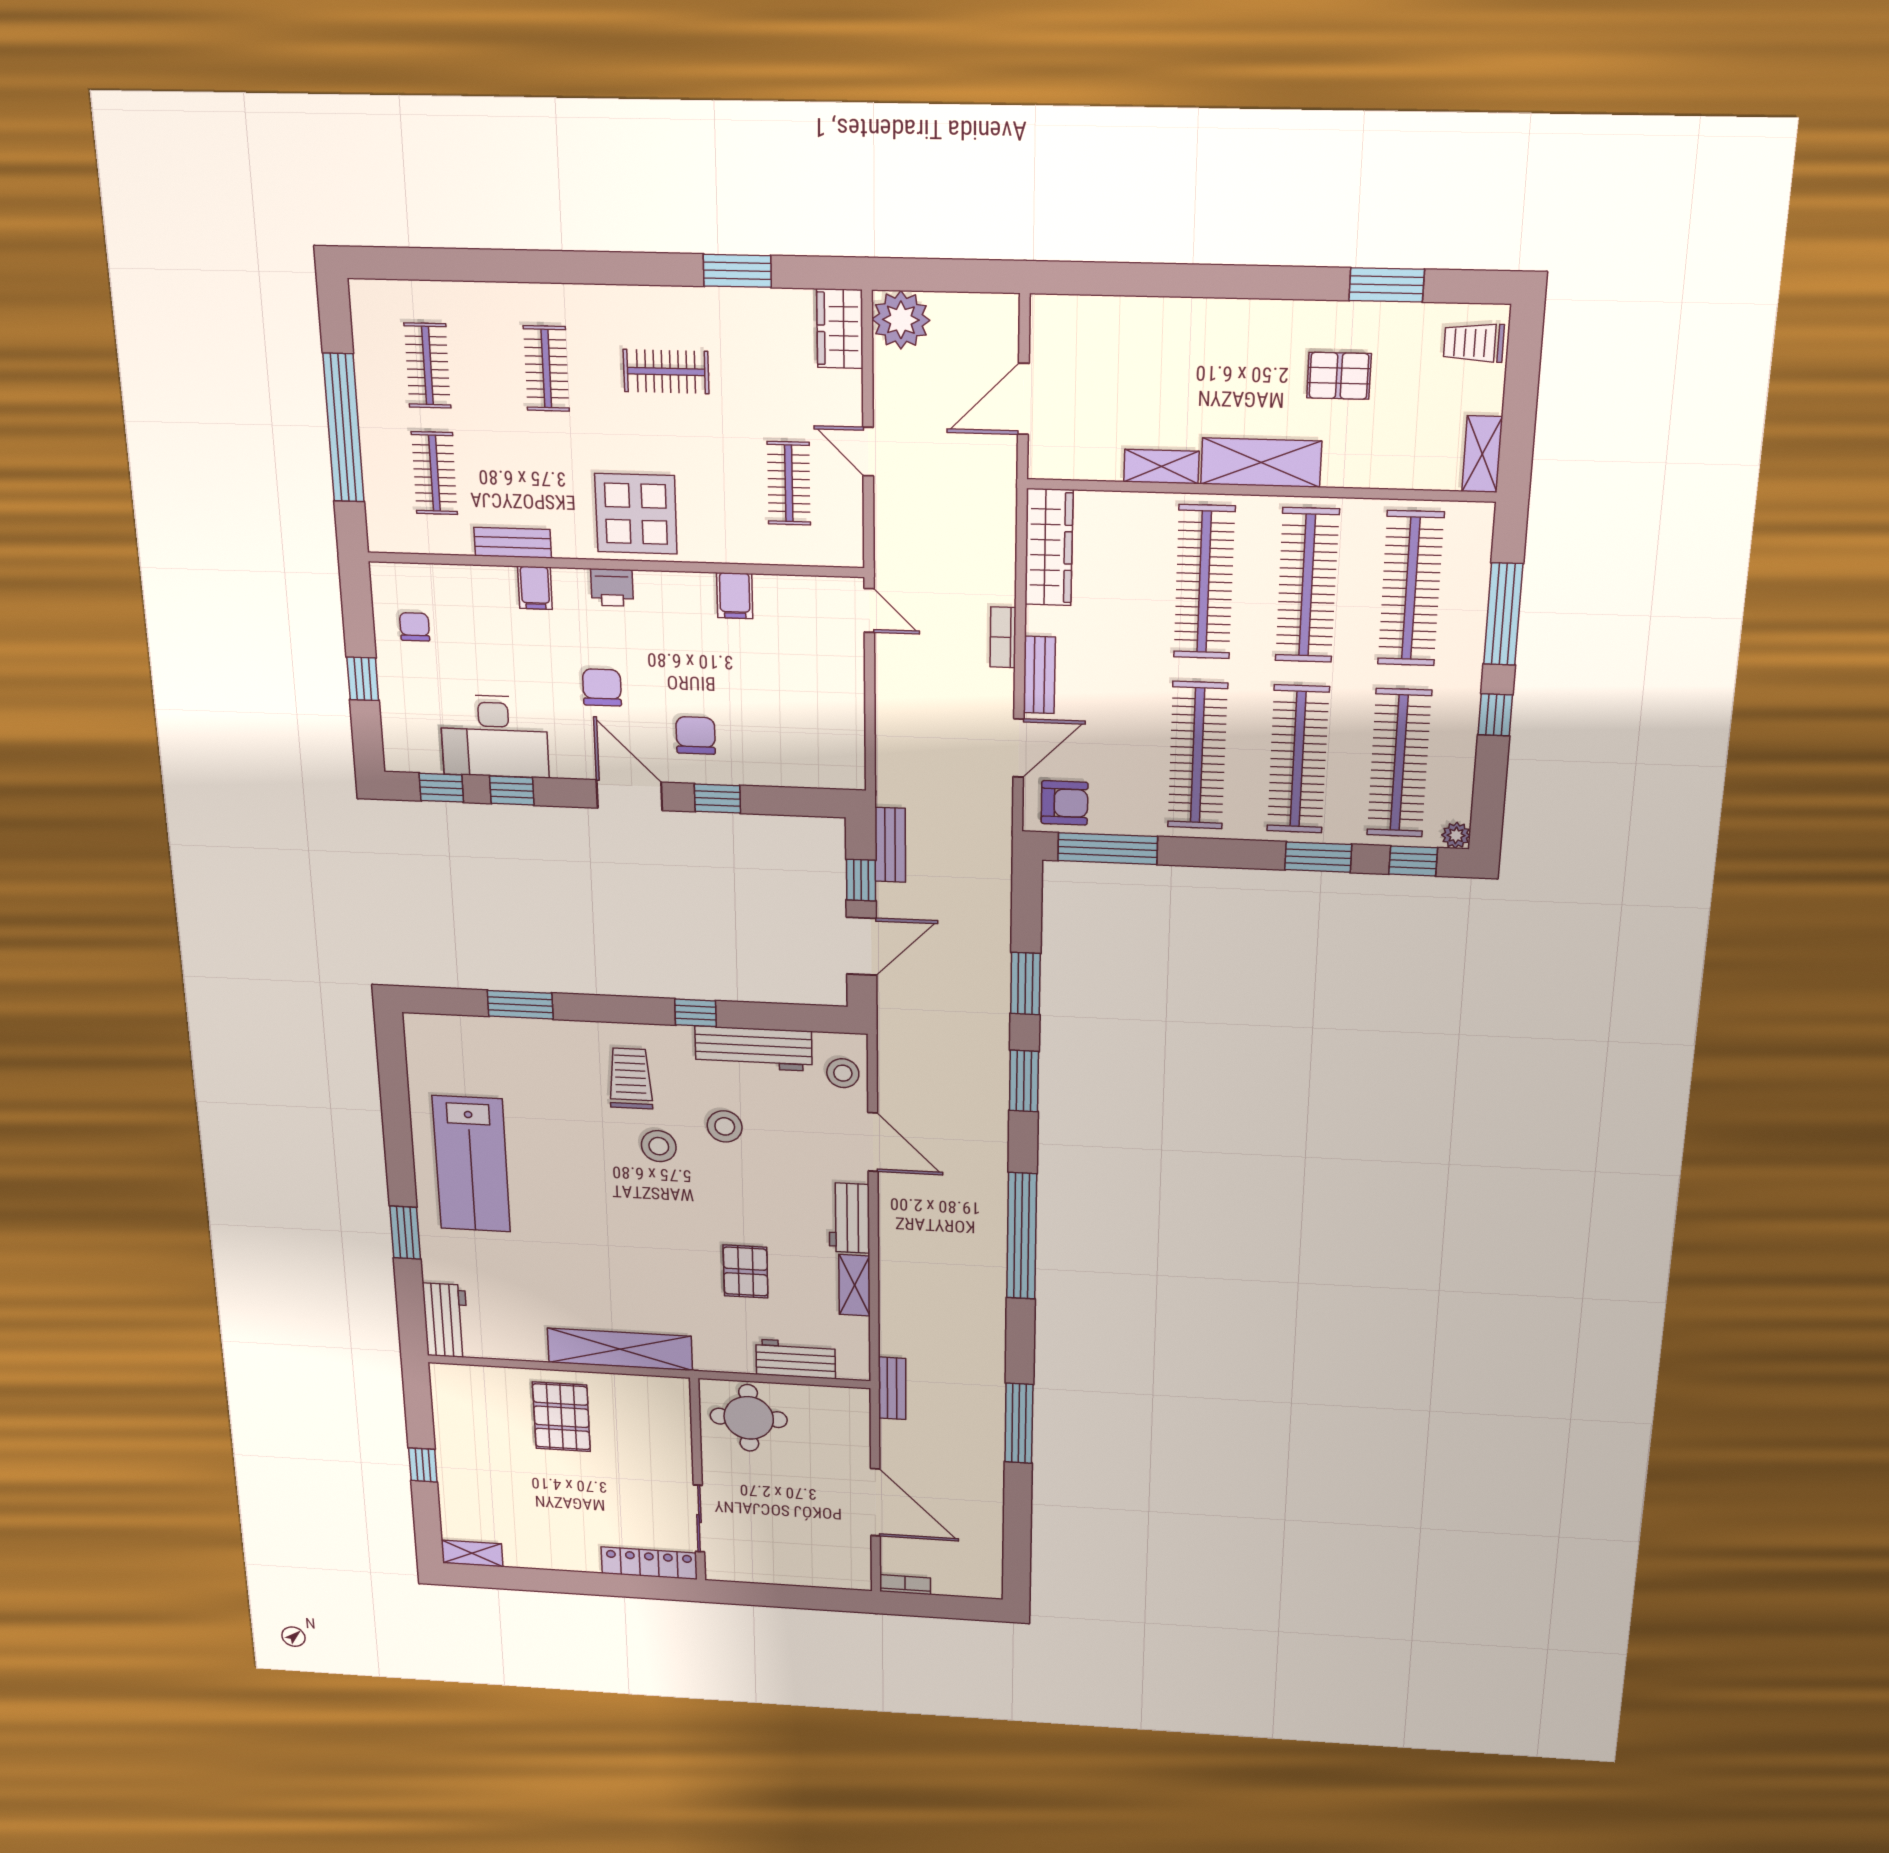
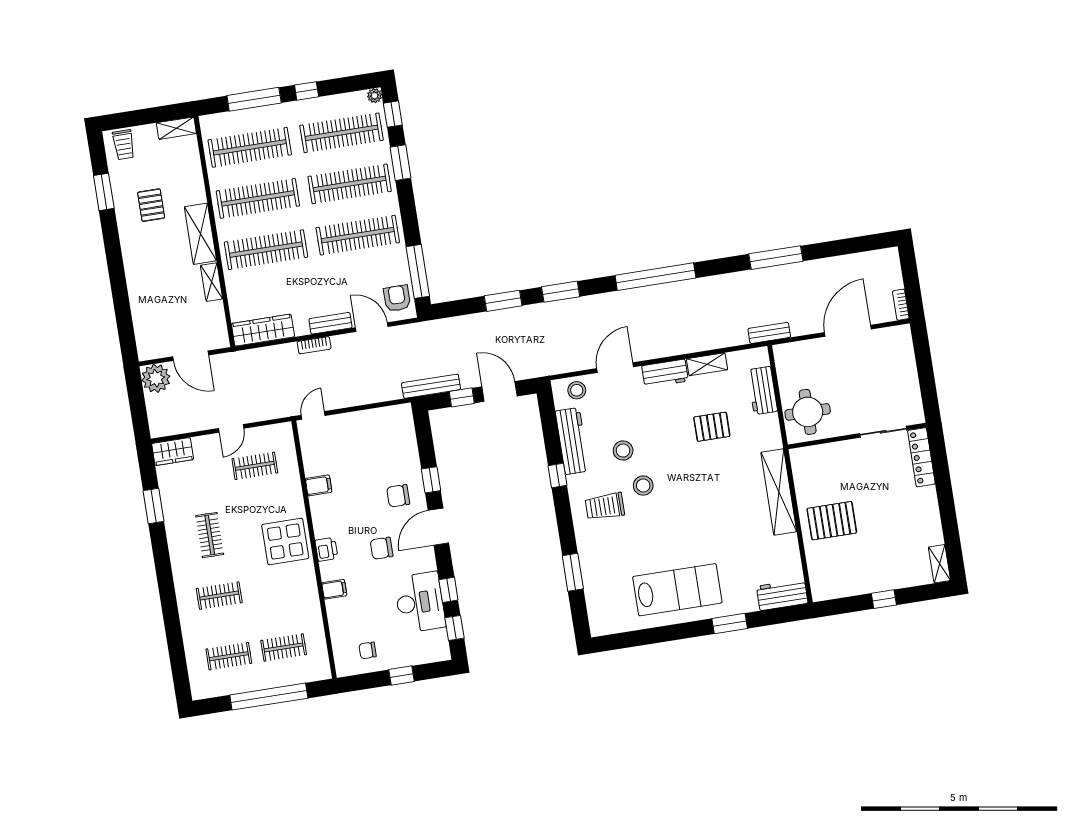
plant: (901, 320) -> (156, 378), moved
bench: (513, 543) -> (312, 603), removed
bench: (890, 845) -> (431, 386), width x1.36

